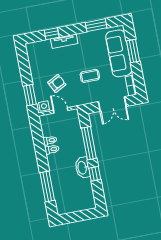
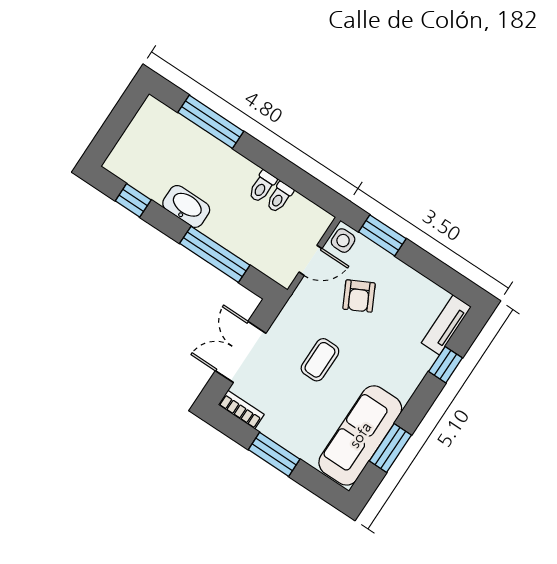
tv unit: (64, 41) -> (446, 325), moved
window: (133, 51) -> (274, 454), moved
sofa: (119, 53) -> (360, 435), moved, turned -90
window: (95, 174) -> (133, 200), moved

